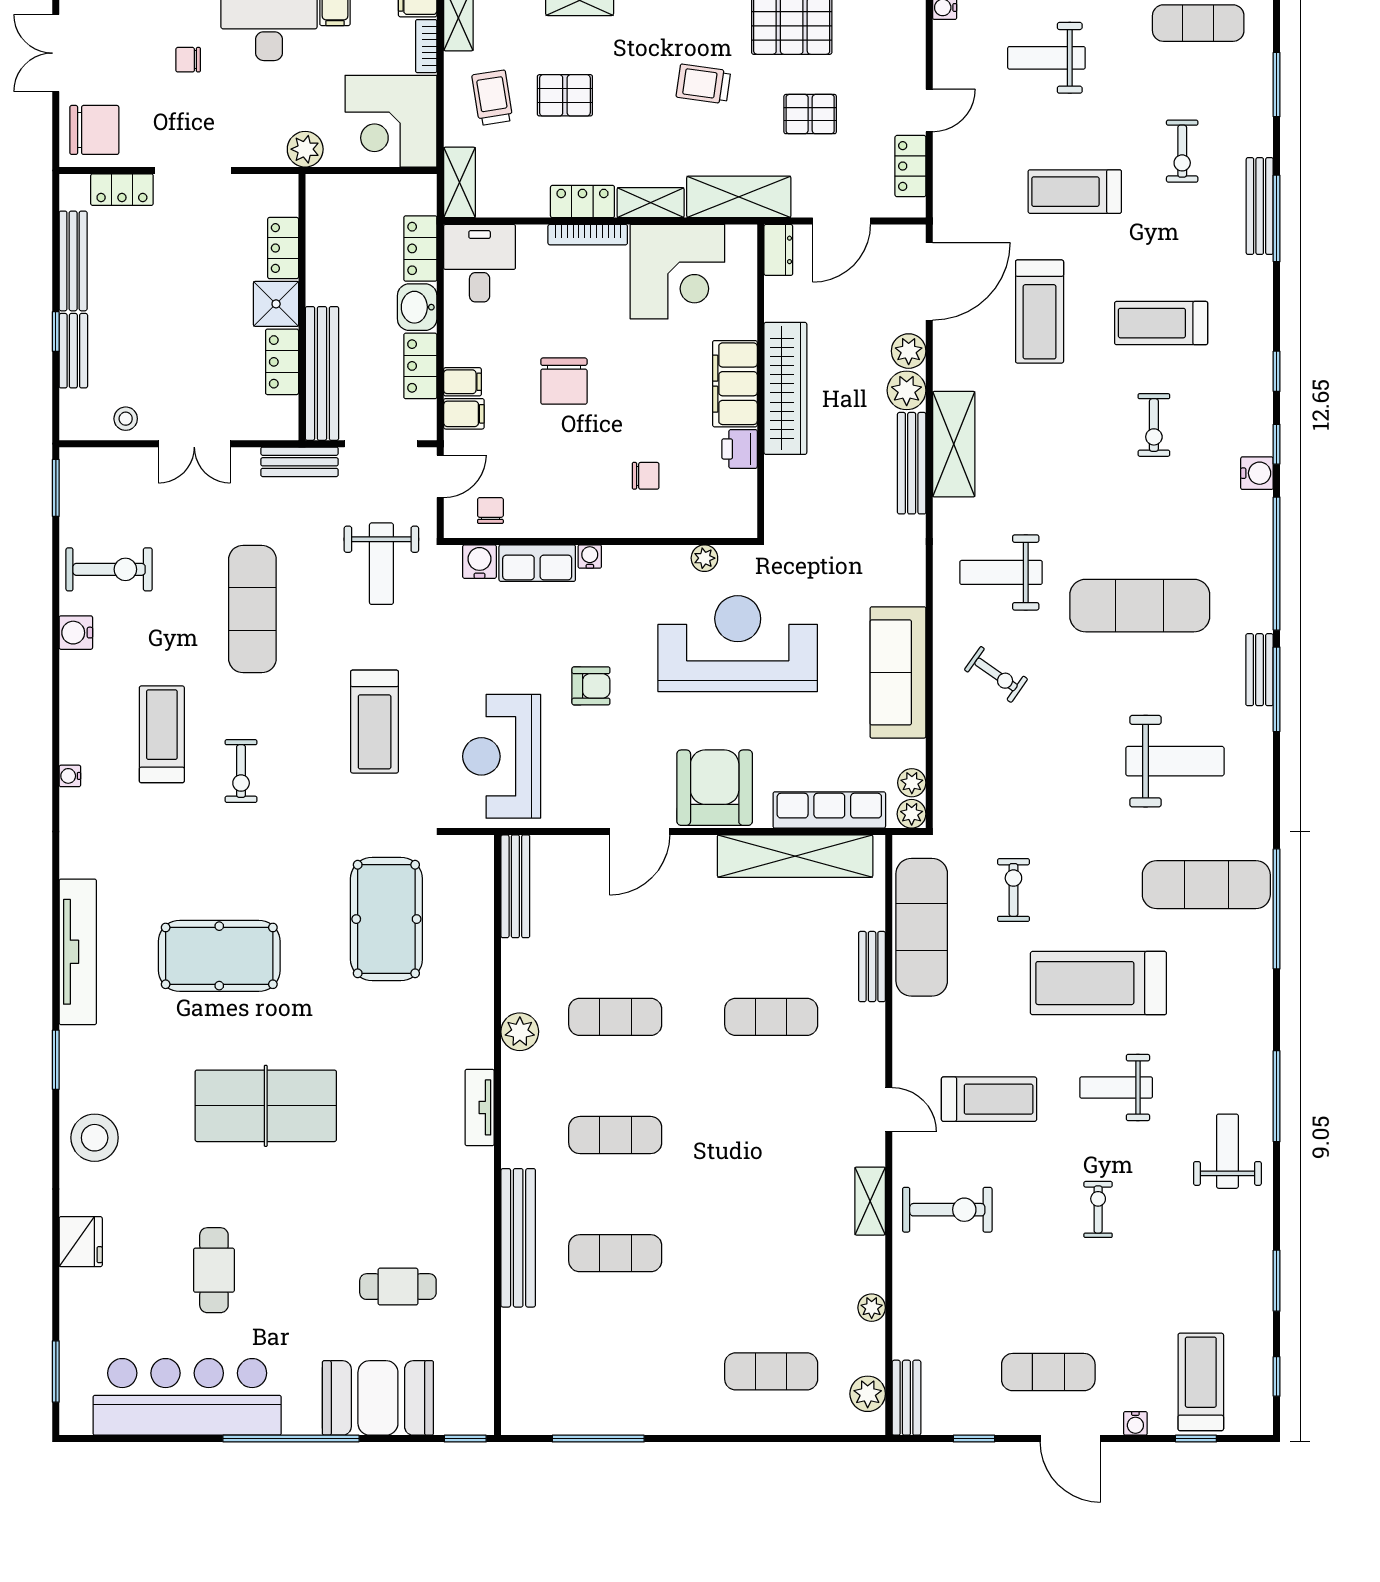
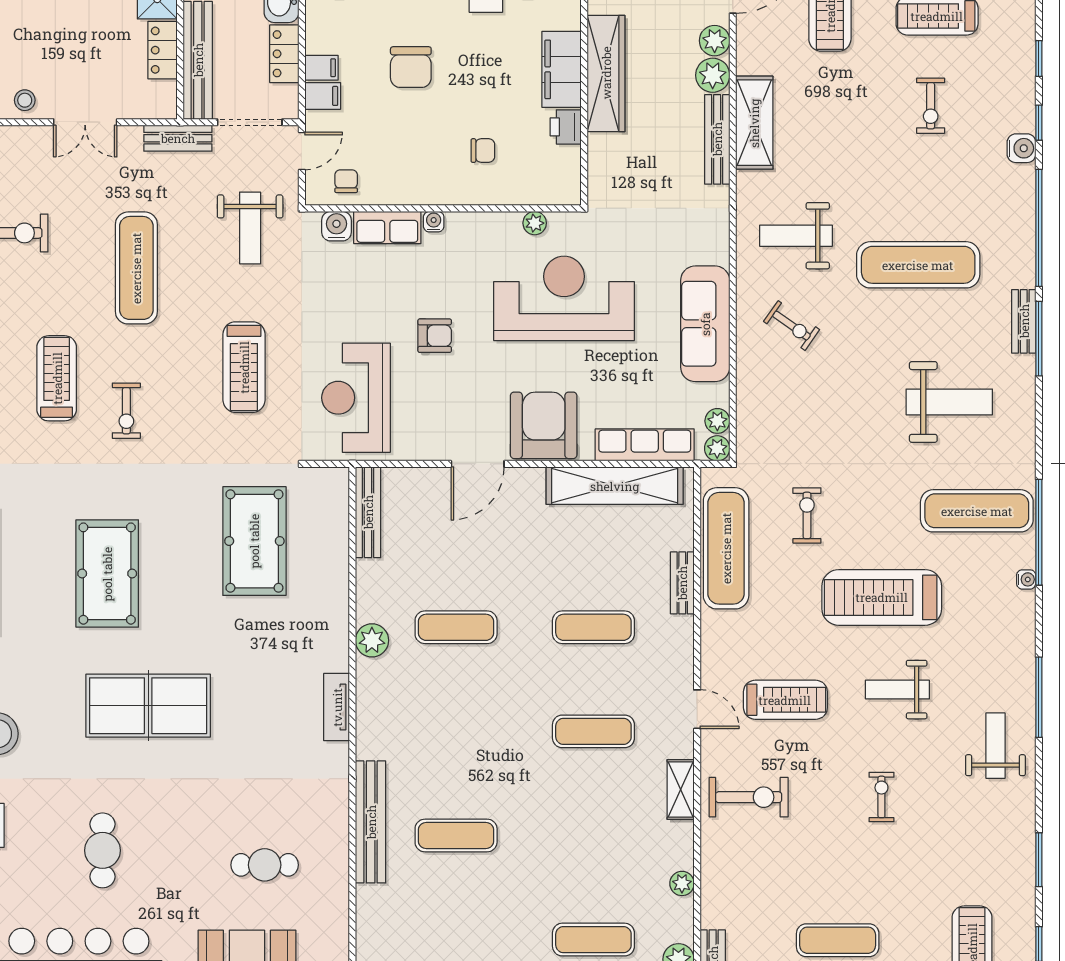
pool table: (219, 956) -> (107, 574), turned 90
water cooler: (1262, 963) -> (1026, 579), added
exercise mat: (615, 1135) -> (593, 731), moved

